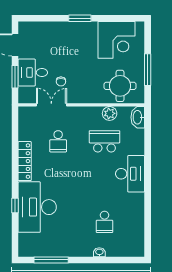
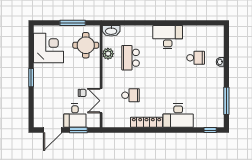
desk: (130, 174) -> (168, 37), moved
window: (15, 206) -> (210, 130), moved
desk: (37, 207) -> (178, 116), width x0.73, depth x0.77

